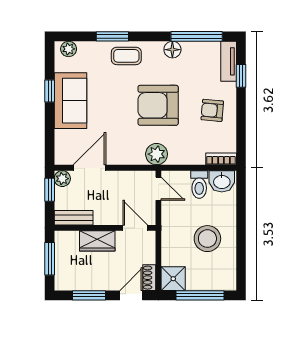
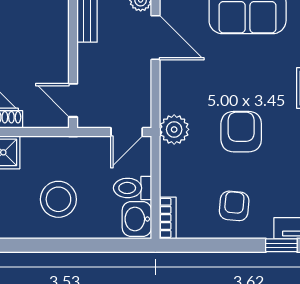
armchair: (158, 105) -> (241, 132), width x0.73, depth x0.73
door: (135, 228) -> (73, 100), swing flipped
wardrobe: (97, 241) -> (55, 48), removed

